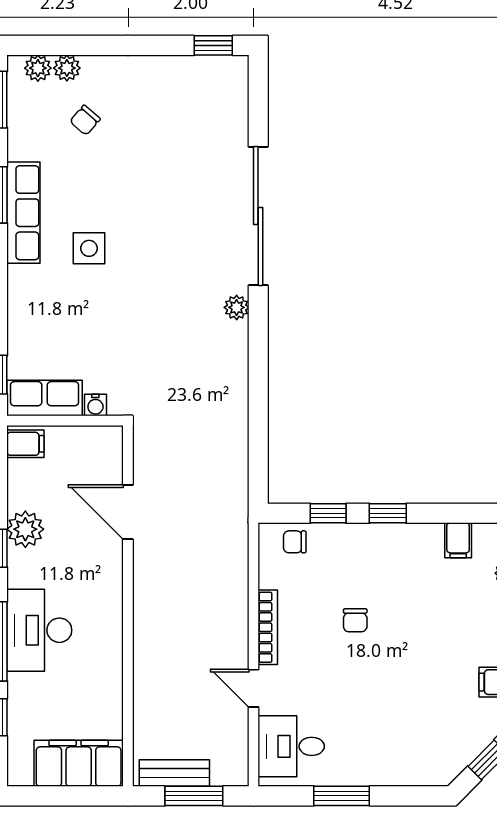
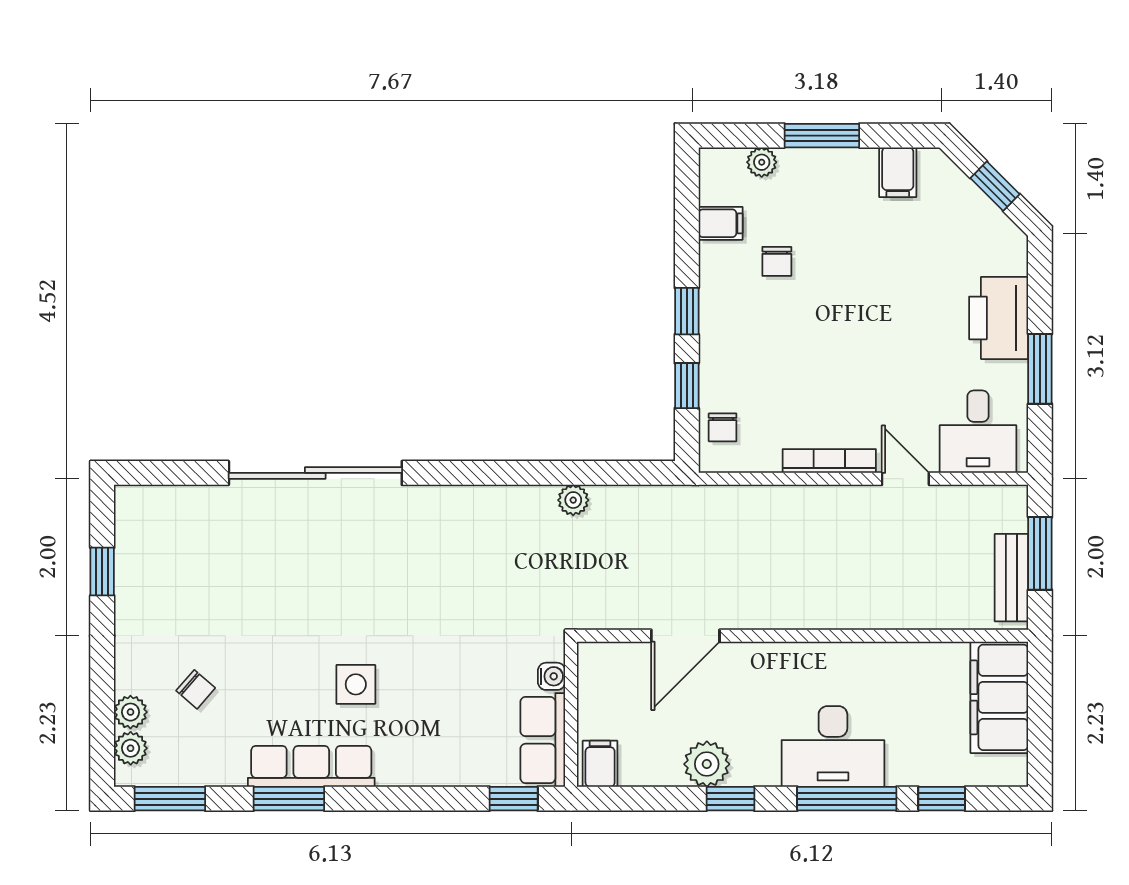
window: (213, 45) -> (102, 572), moved
plant: (237, 307) -> (573, 500), moved
chair: (355, 620) -> (777, 261), moved, turned 90
door: (253, 688) -> (905, 479), swing flipped
printer: (382, 763) -> (999, 318), added

